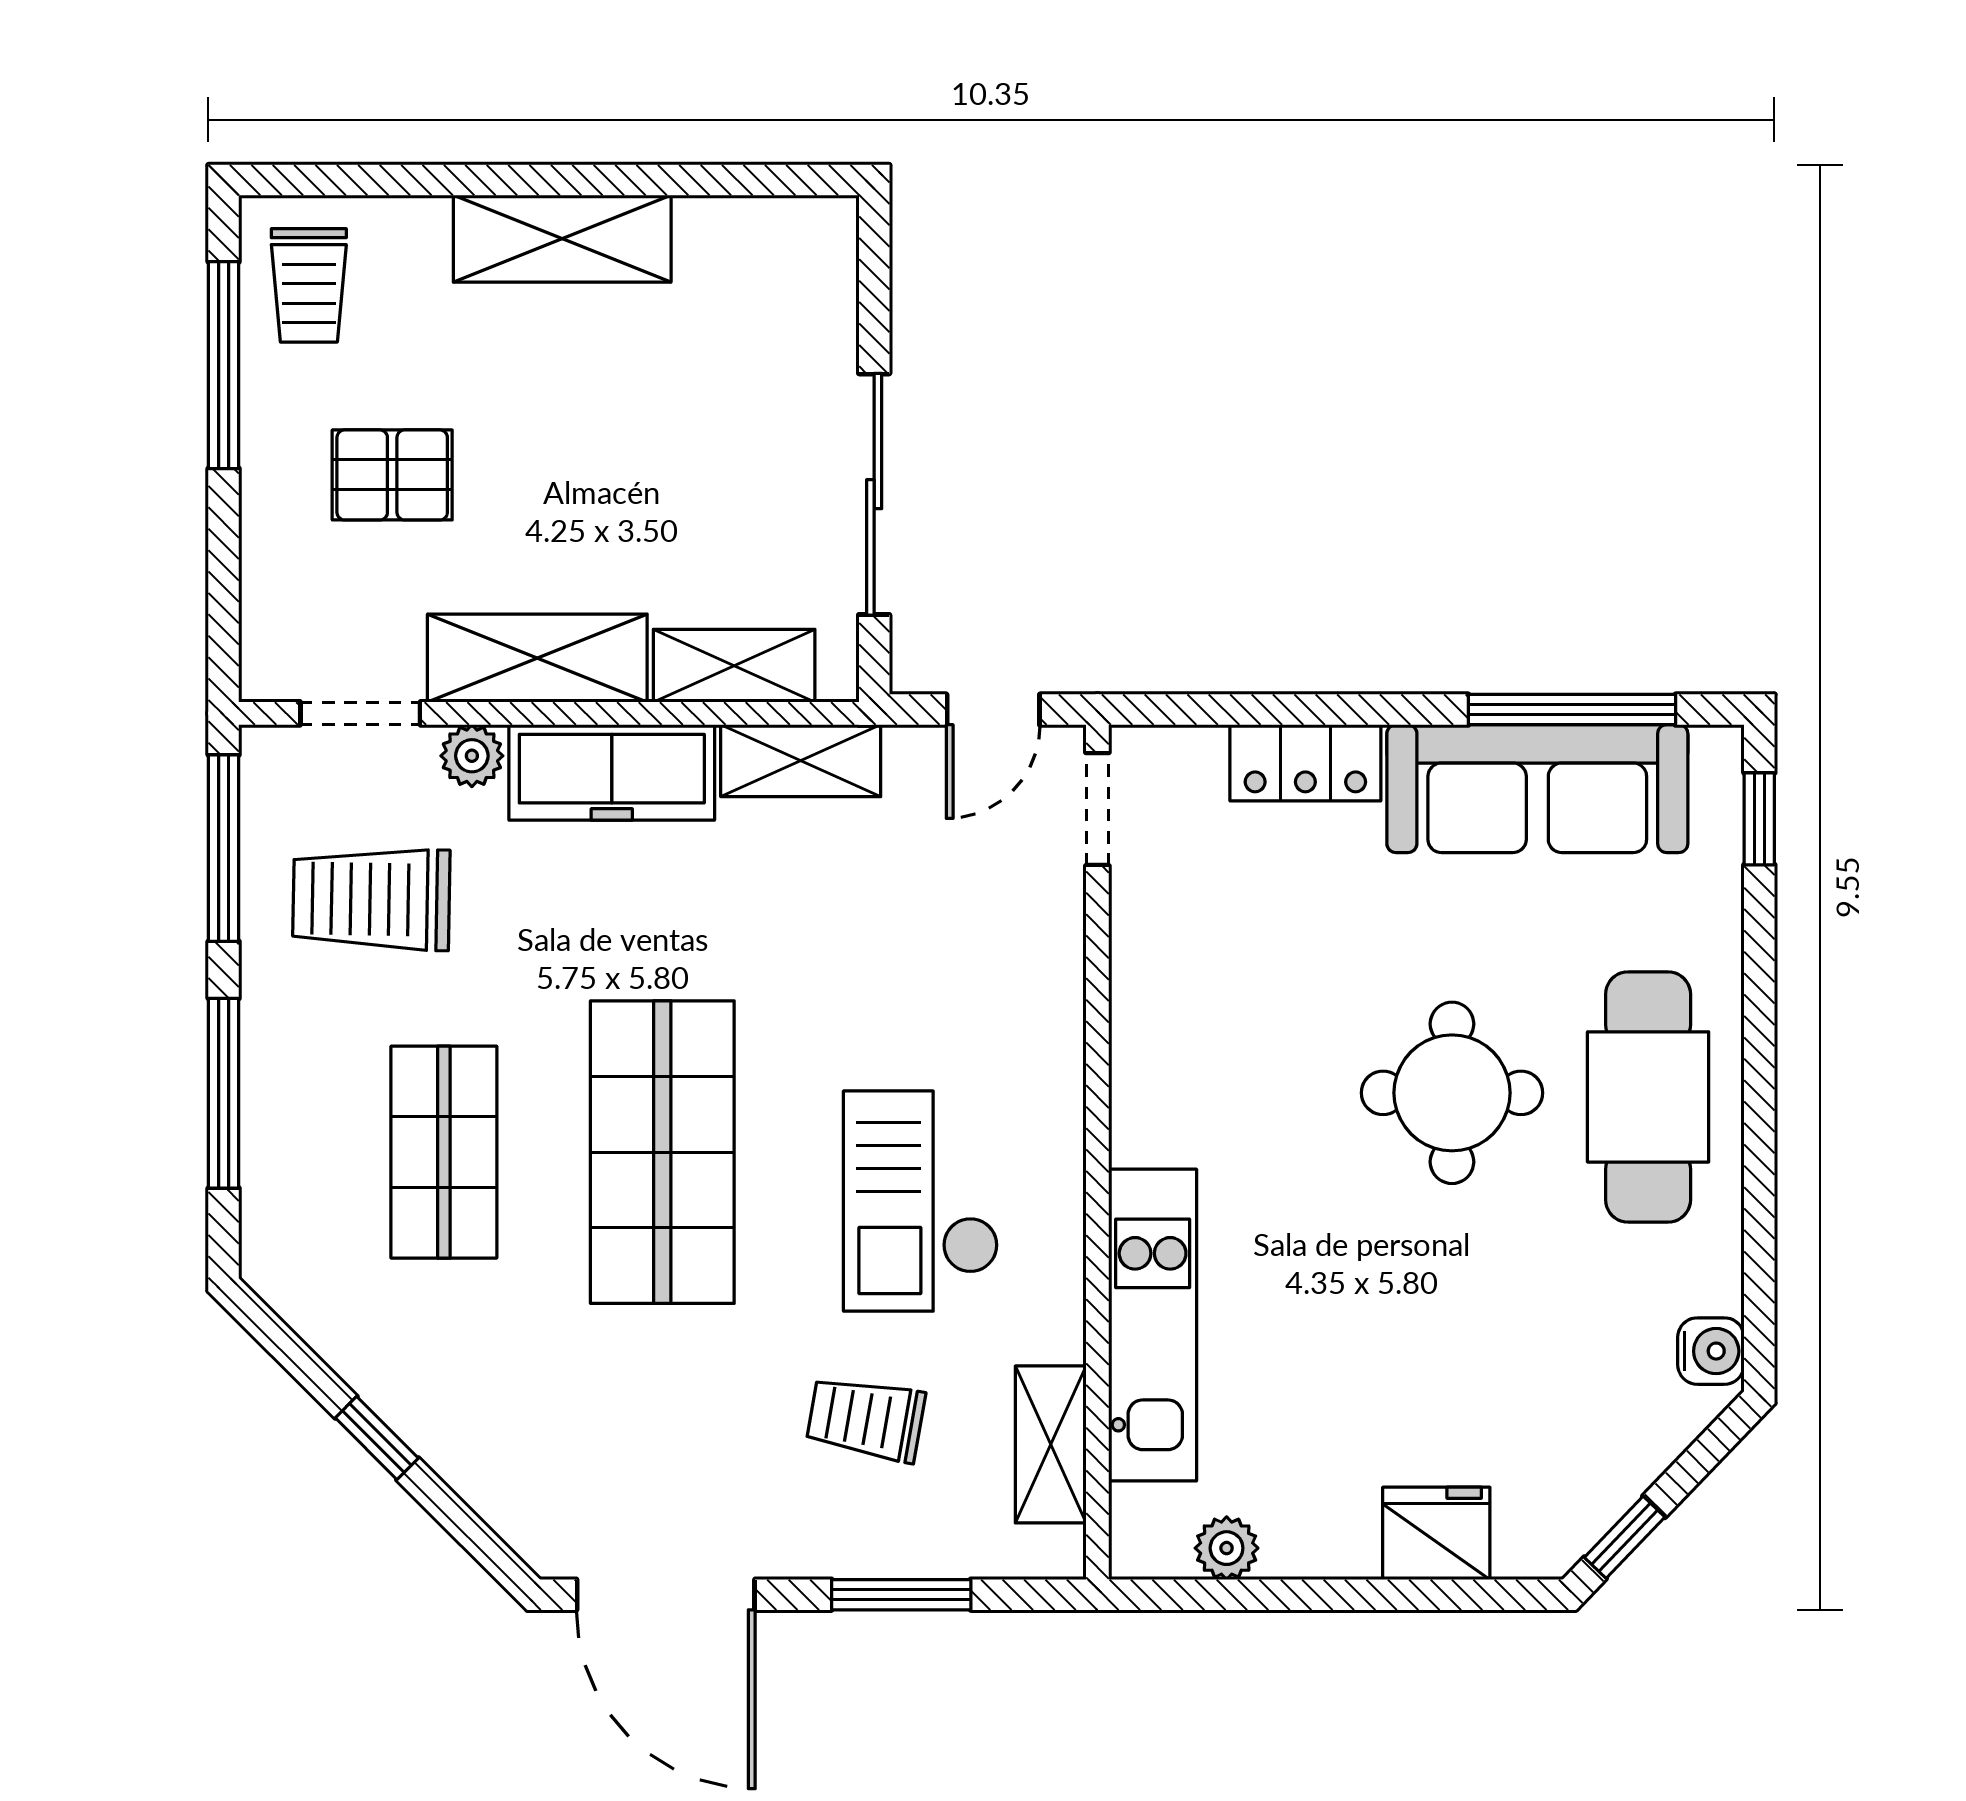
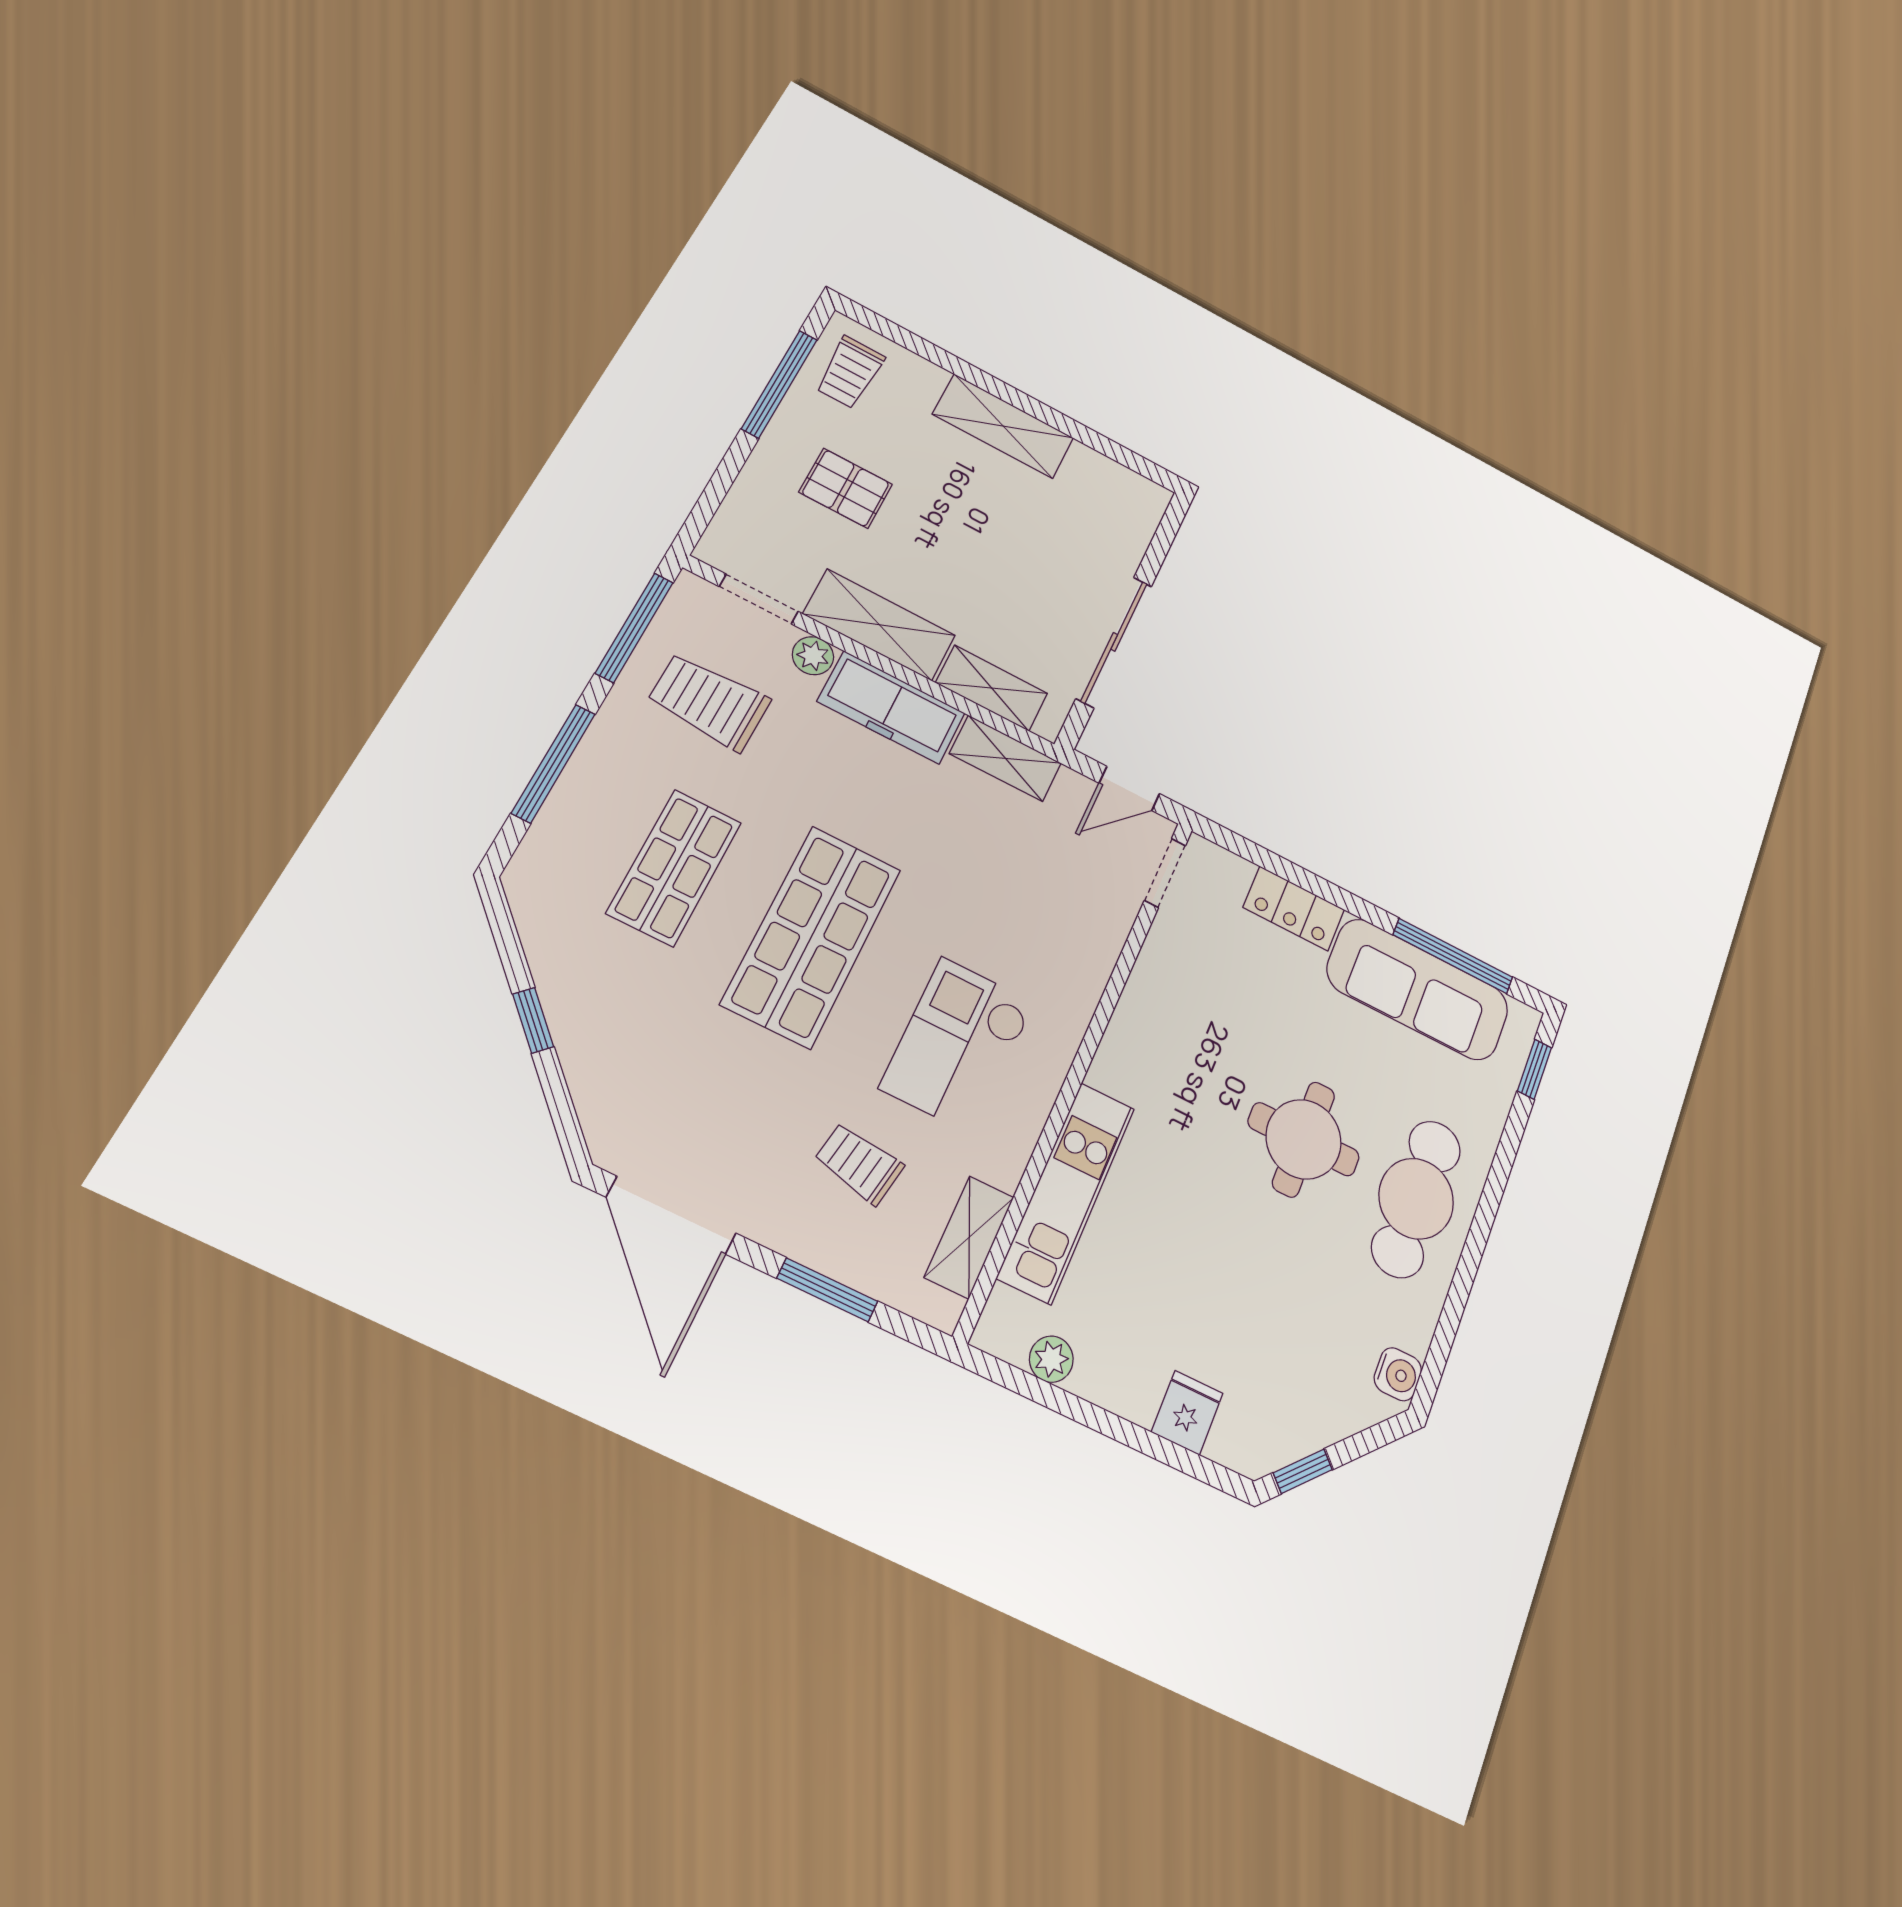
fridge: (1436, 1533) -> (1187, 1413), width x0.72

